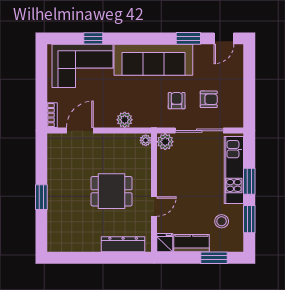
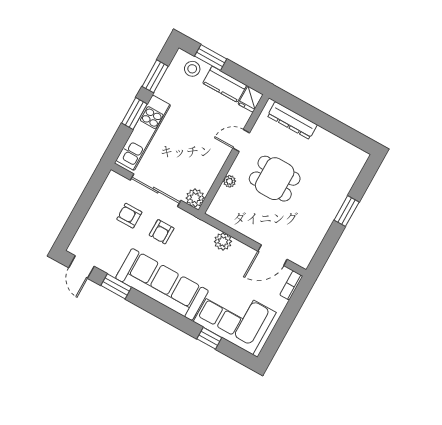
door: (224, 38) -> (81, 267), swing flipped
plant: (146, 140) -> (230, 181), moved
stool: (222, 221) -> (192, 69), moved

